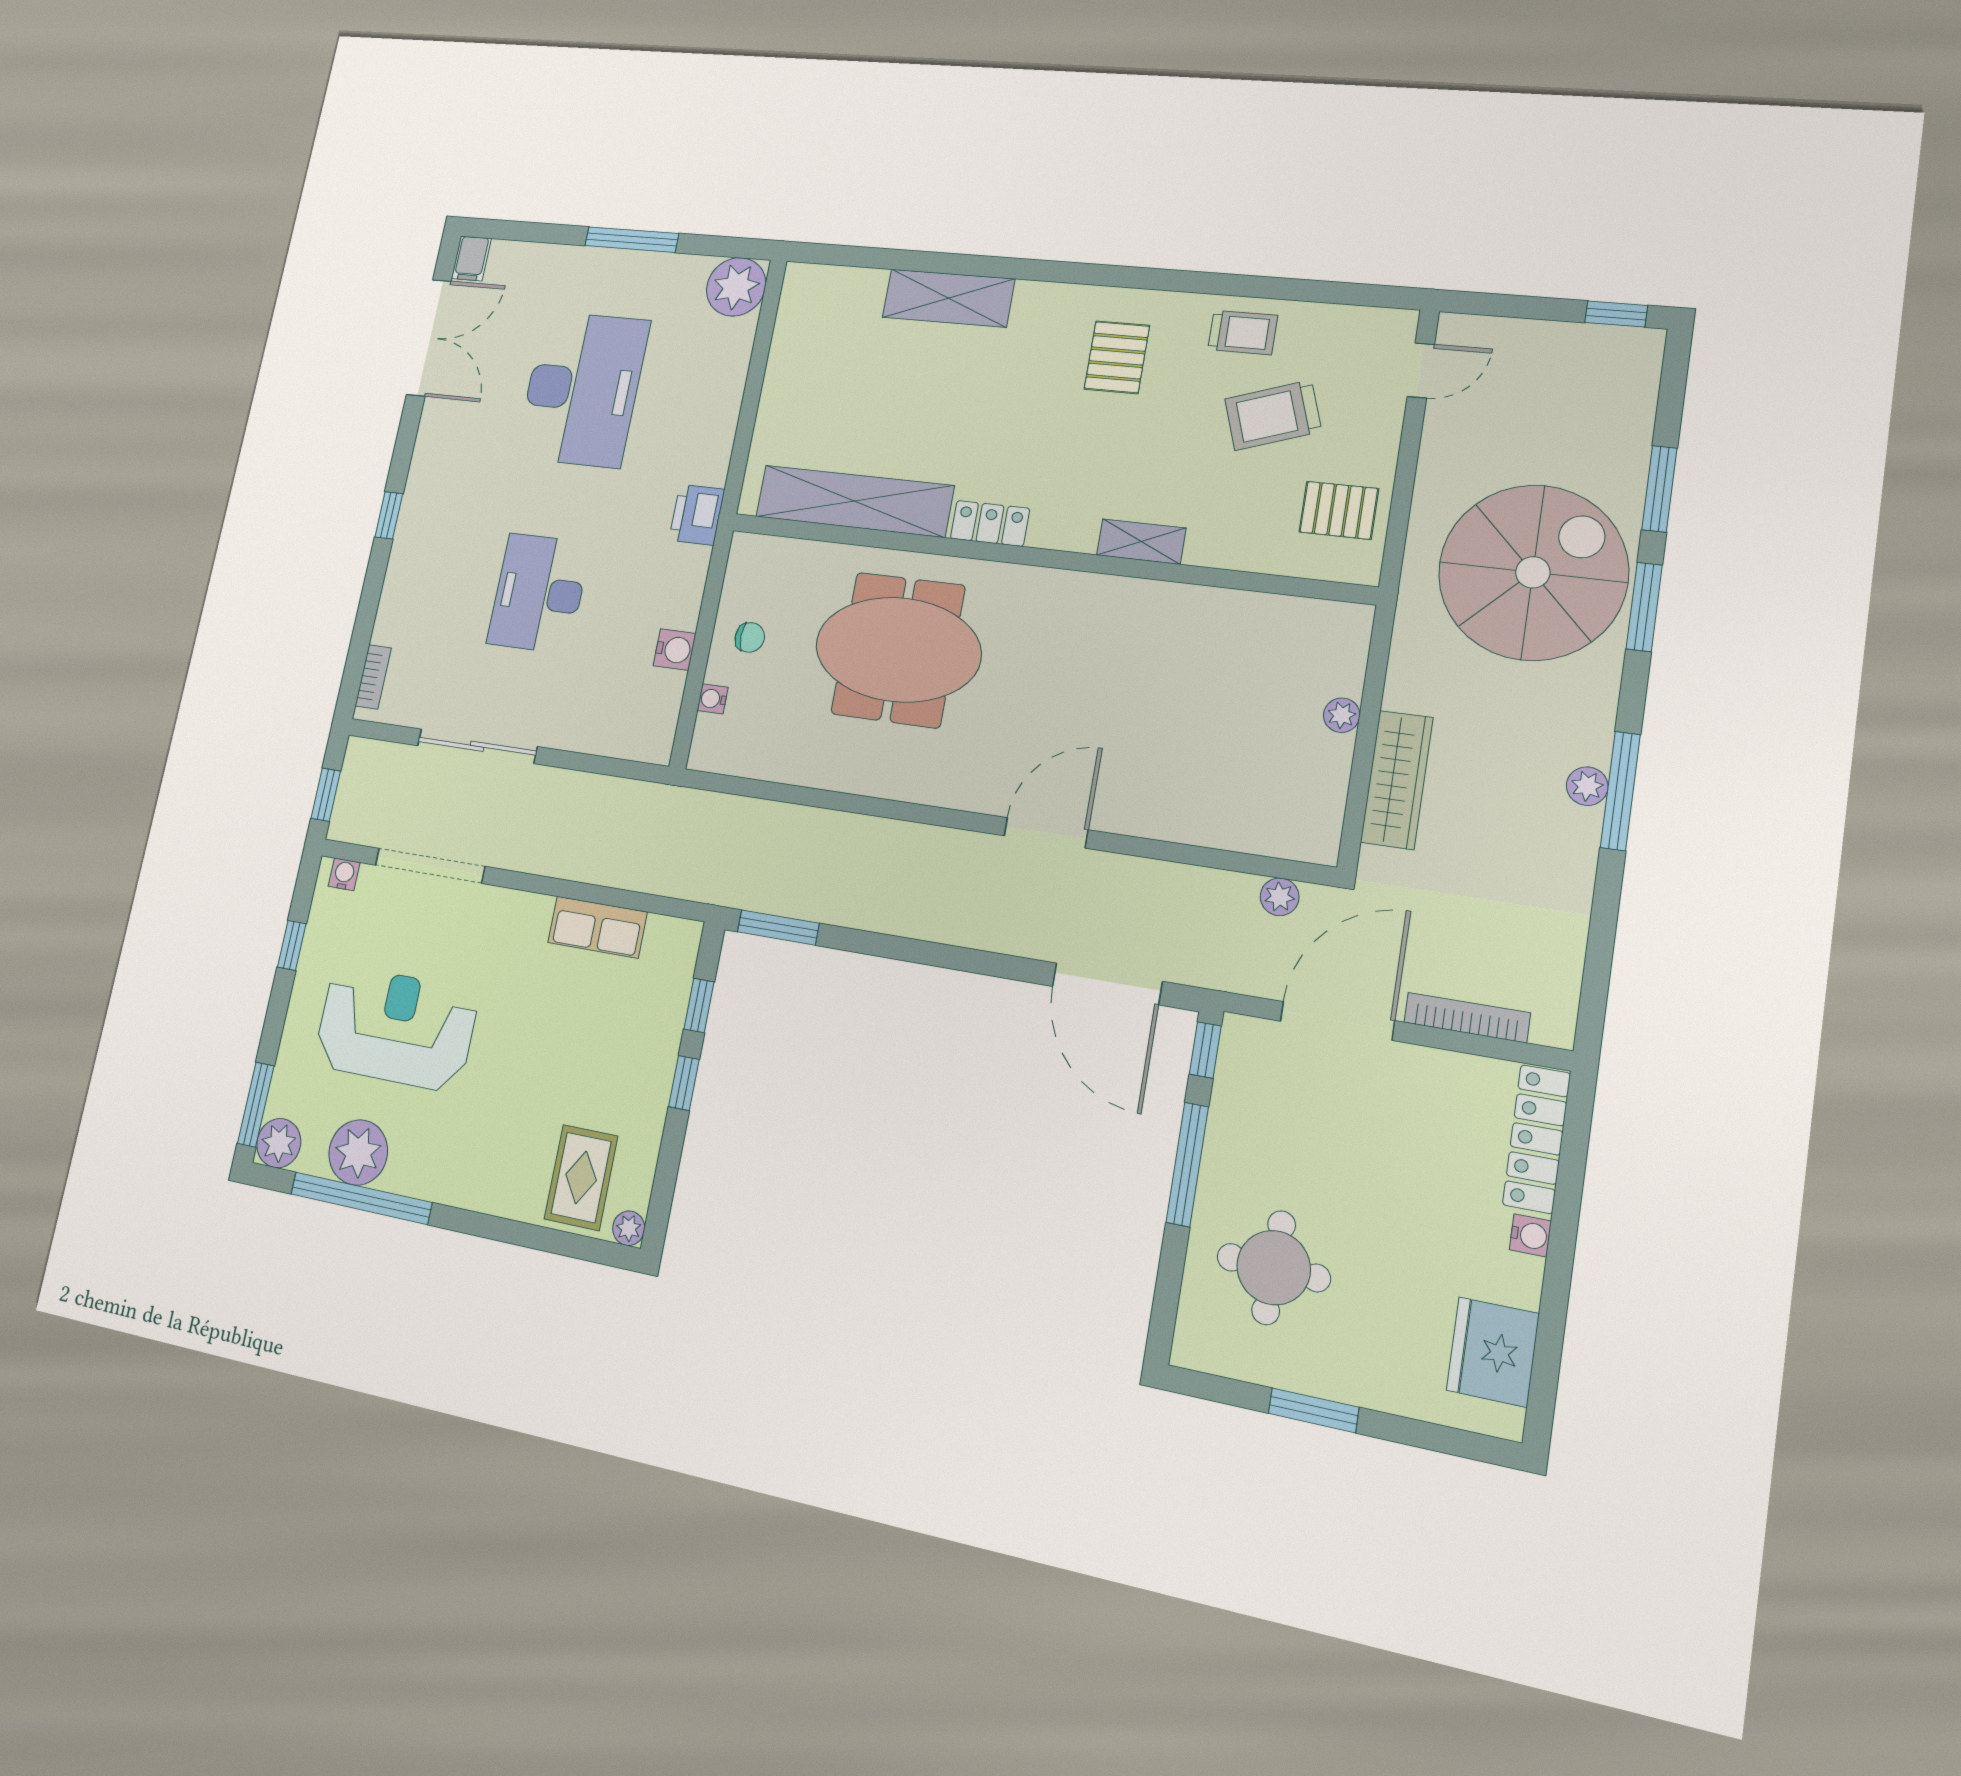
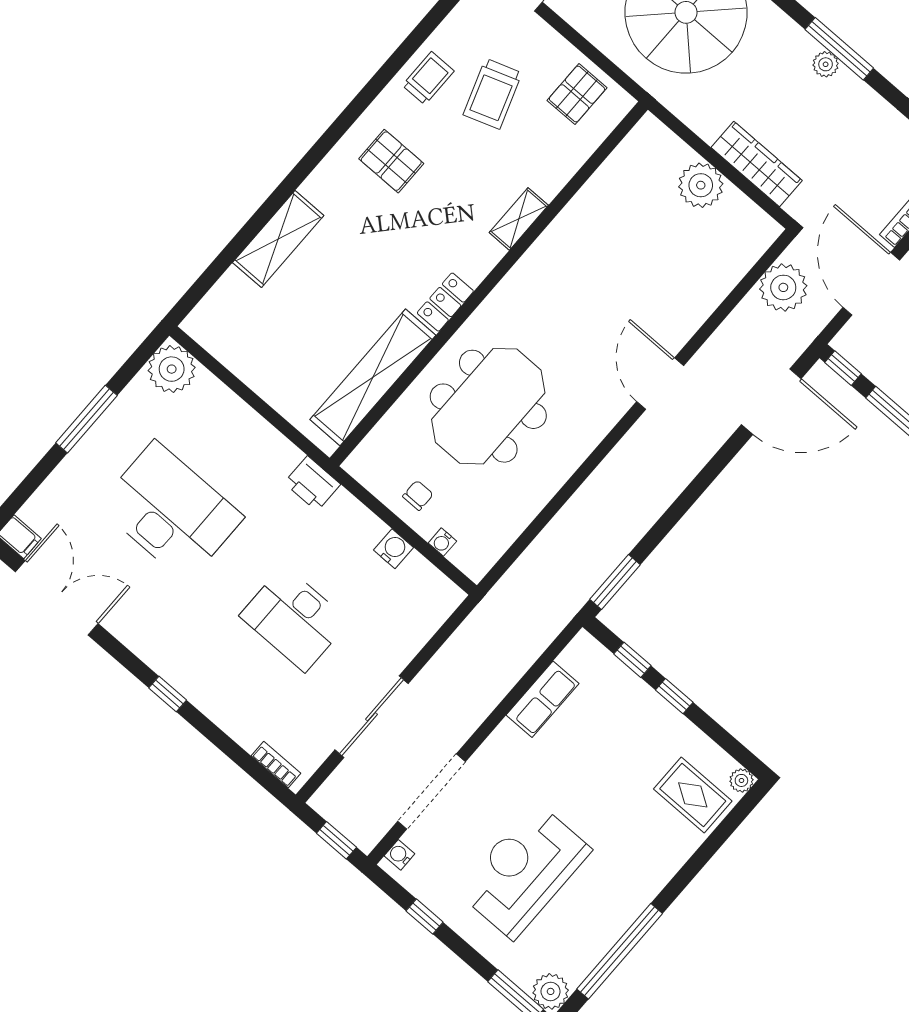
plant: (1342, 715) -> (701, 185), width x1.87, depth x1.87
plant: (1280, 897) -> (783, 287), width x1.87, depth x1.87
plant: (358, 1152) -> (589, 938), removed

